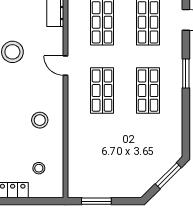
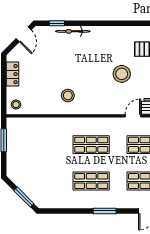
door: (65, 66) -> (133, 116), moved
stool: (39, 168) -> (16, 105), moved

